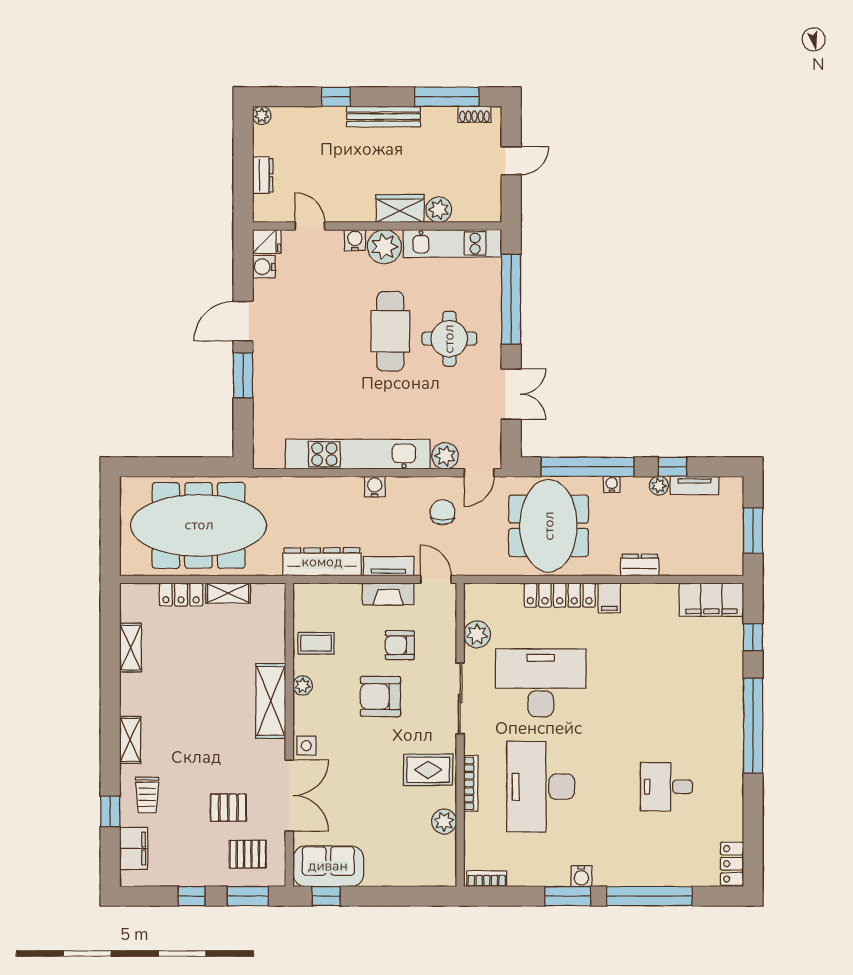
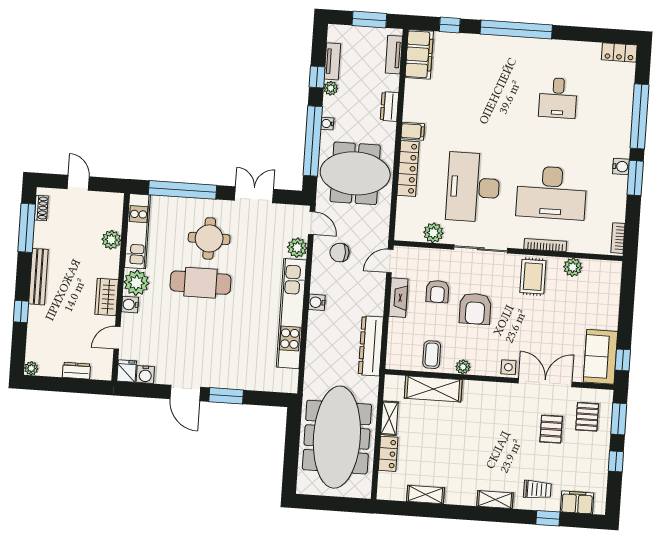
wardrobe: (400, 209) -> (107, 297), moved
tv unit: (389, 566) -> (394, 55), moved
shelving: (271, 701) -> (433, 389), moved

